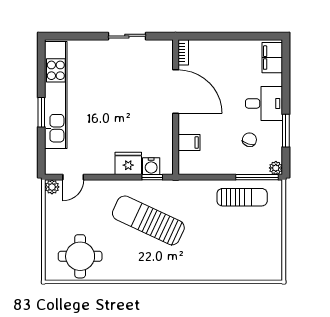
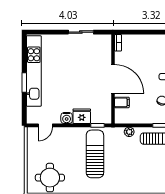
door: (176, 92) -> (113, 79), moved
water cooler: (151, 166) -> (67, 118), moved
plant: (52, 187) -> (129, 132), moved
sun lounger: (148, 220) -> (95, 154), turned 65

